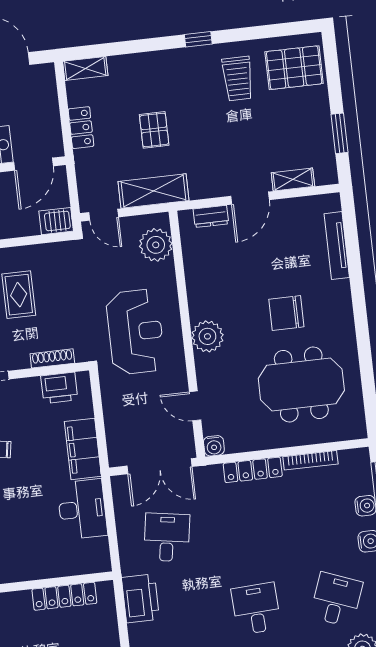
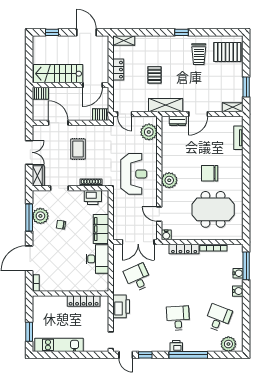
shelving: (293, 179) -> (233, 107), moved
shelving: (153, 191) -> (166, 105), moved
tv unit: (337, 246) -> (238, 138), width x0.71
desk: (167, 537) -> (138, 278), turned -33

